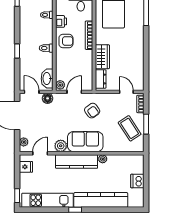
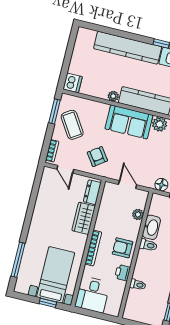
washbasin: (47, 79) -> (151, 227), moved
plant: (60, 85) -> (138, 214), moved
door: (74, 92) -> (128, 185), swing flipped
armchair: (92, 111) -> (97, 157), moved
window: (146, 124) -> (54, 111), moved
dishwasher: (137, 181) -> (73, 83), moved

